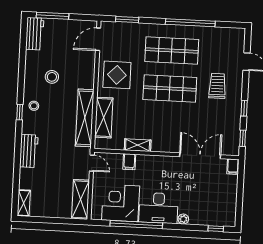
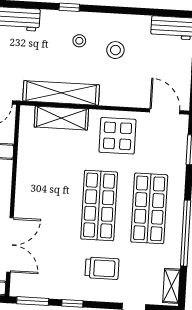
stool: (34, 106) -> (79, 41), moved
window: (243, 138) -> (33, 301), width x1.50
shelving: (138, 145) -> (171, 286), moved

